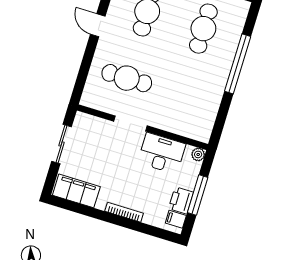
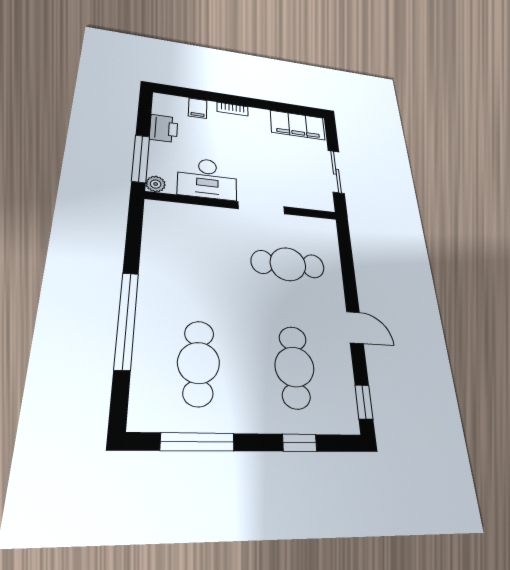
window: (198, 195) -> (141, 159), moved
bookcase: (124, 212) -> (233, 109), width x0.64
filing cabinet: (176, 219) -> (198, 108), moved, turned 90

